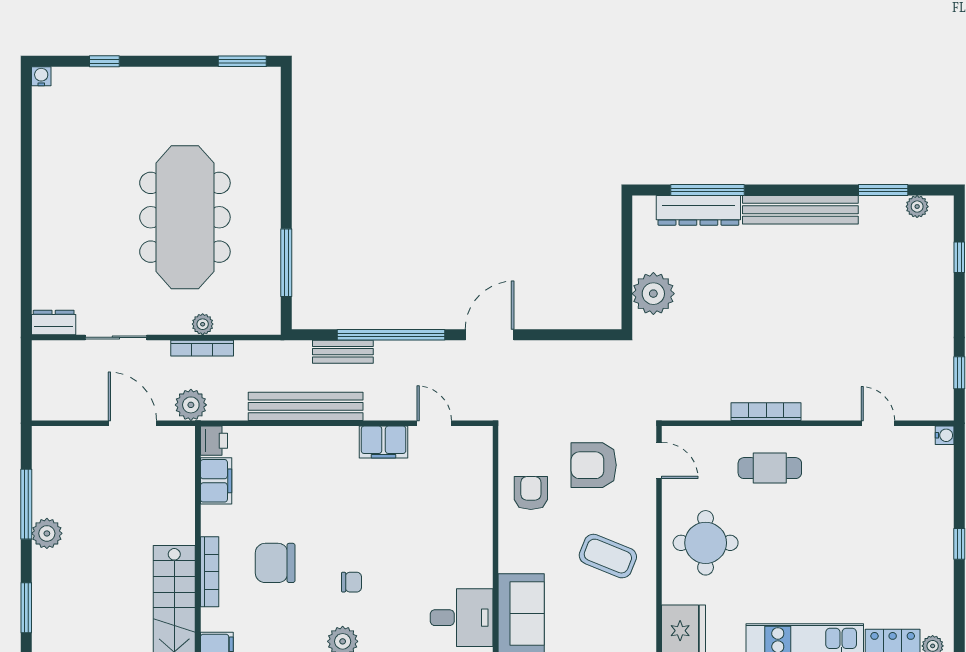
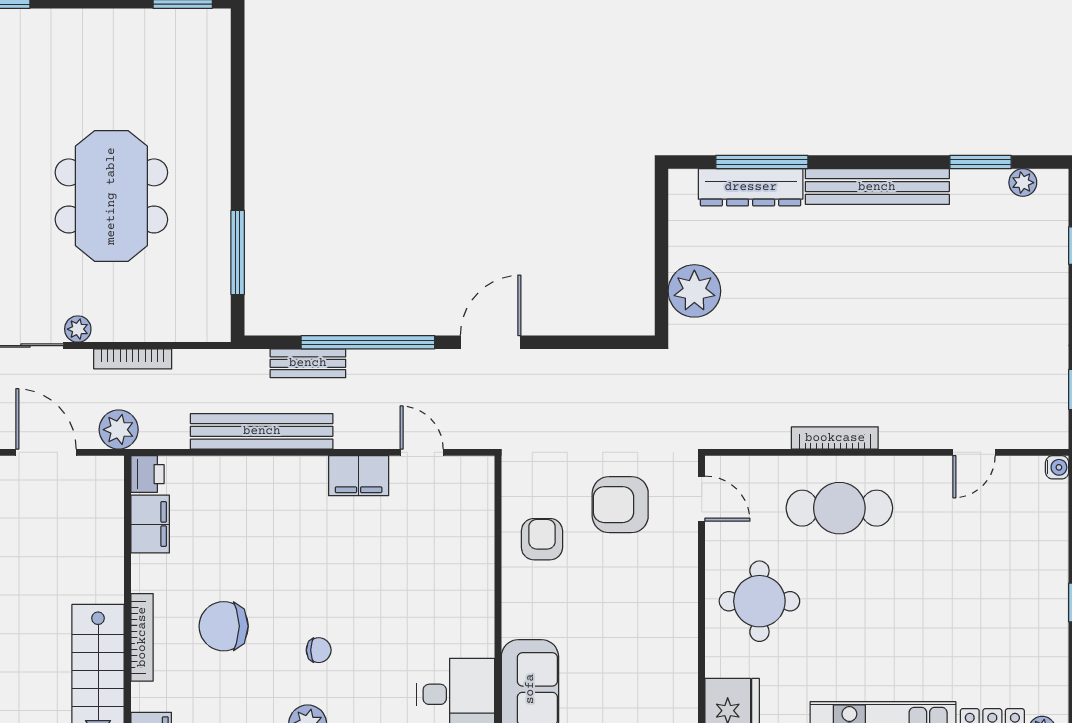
meeting table: (185, 217) -> (111, 196), width x0.73
plant: (203, 324) -> (78, 329), moved
door: (878, 423) -> (974, 452), swing flipped
cafe table: (770, 468) -> (839, 508), width x1.37, depth x1.35
coffee table: (608, 556) -> (638, 618), removed

